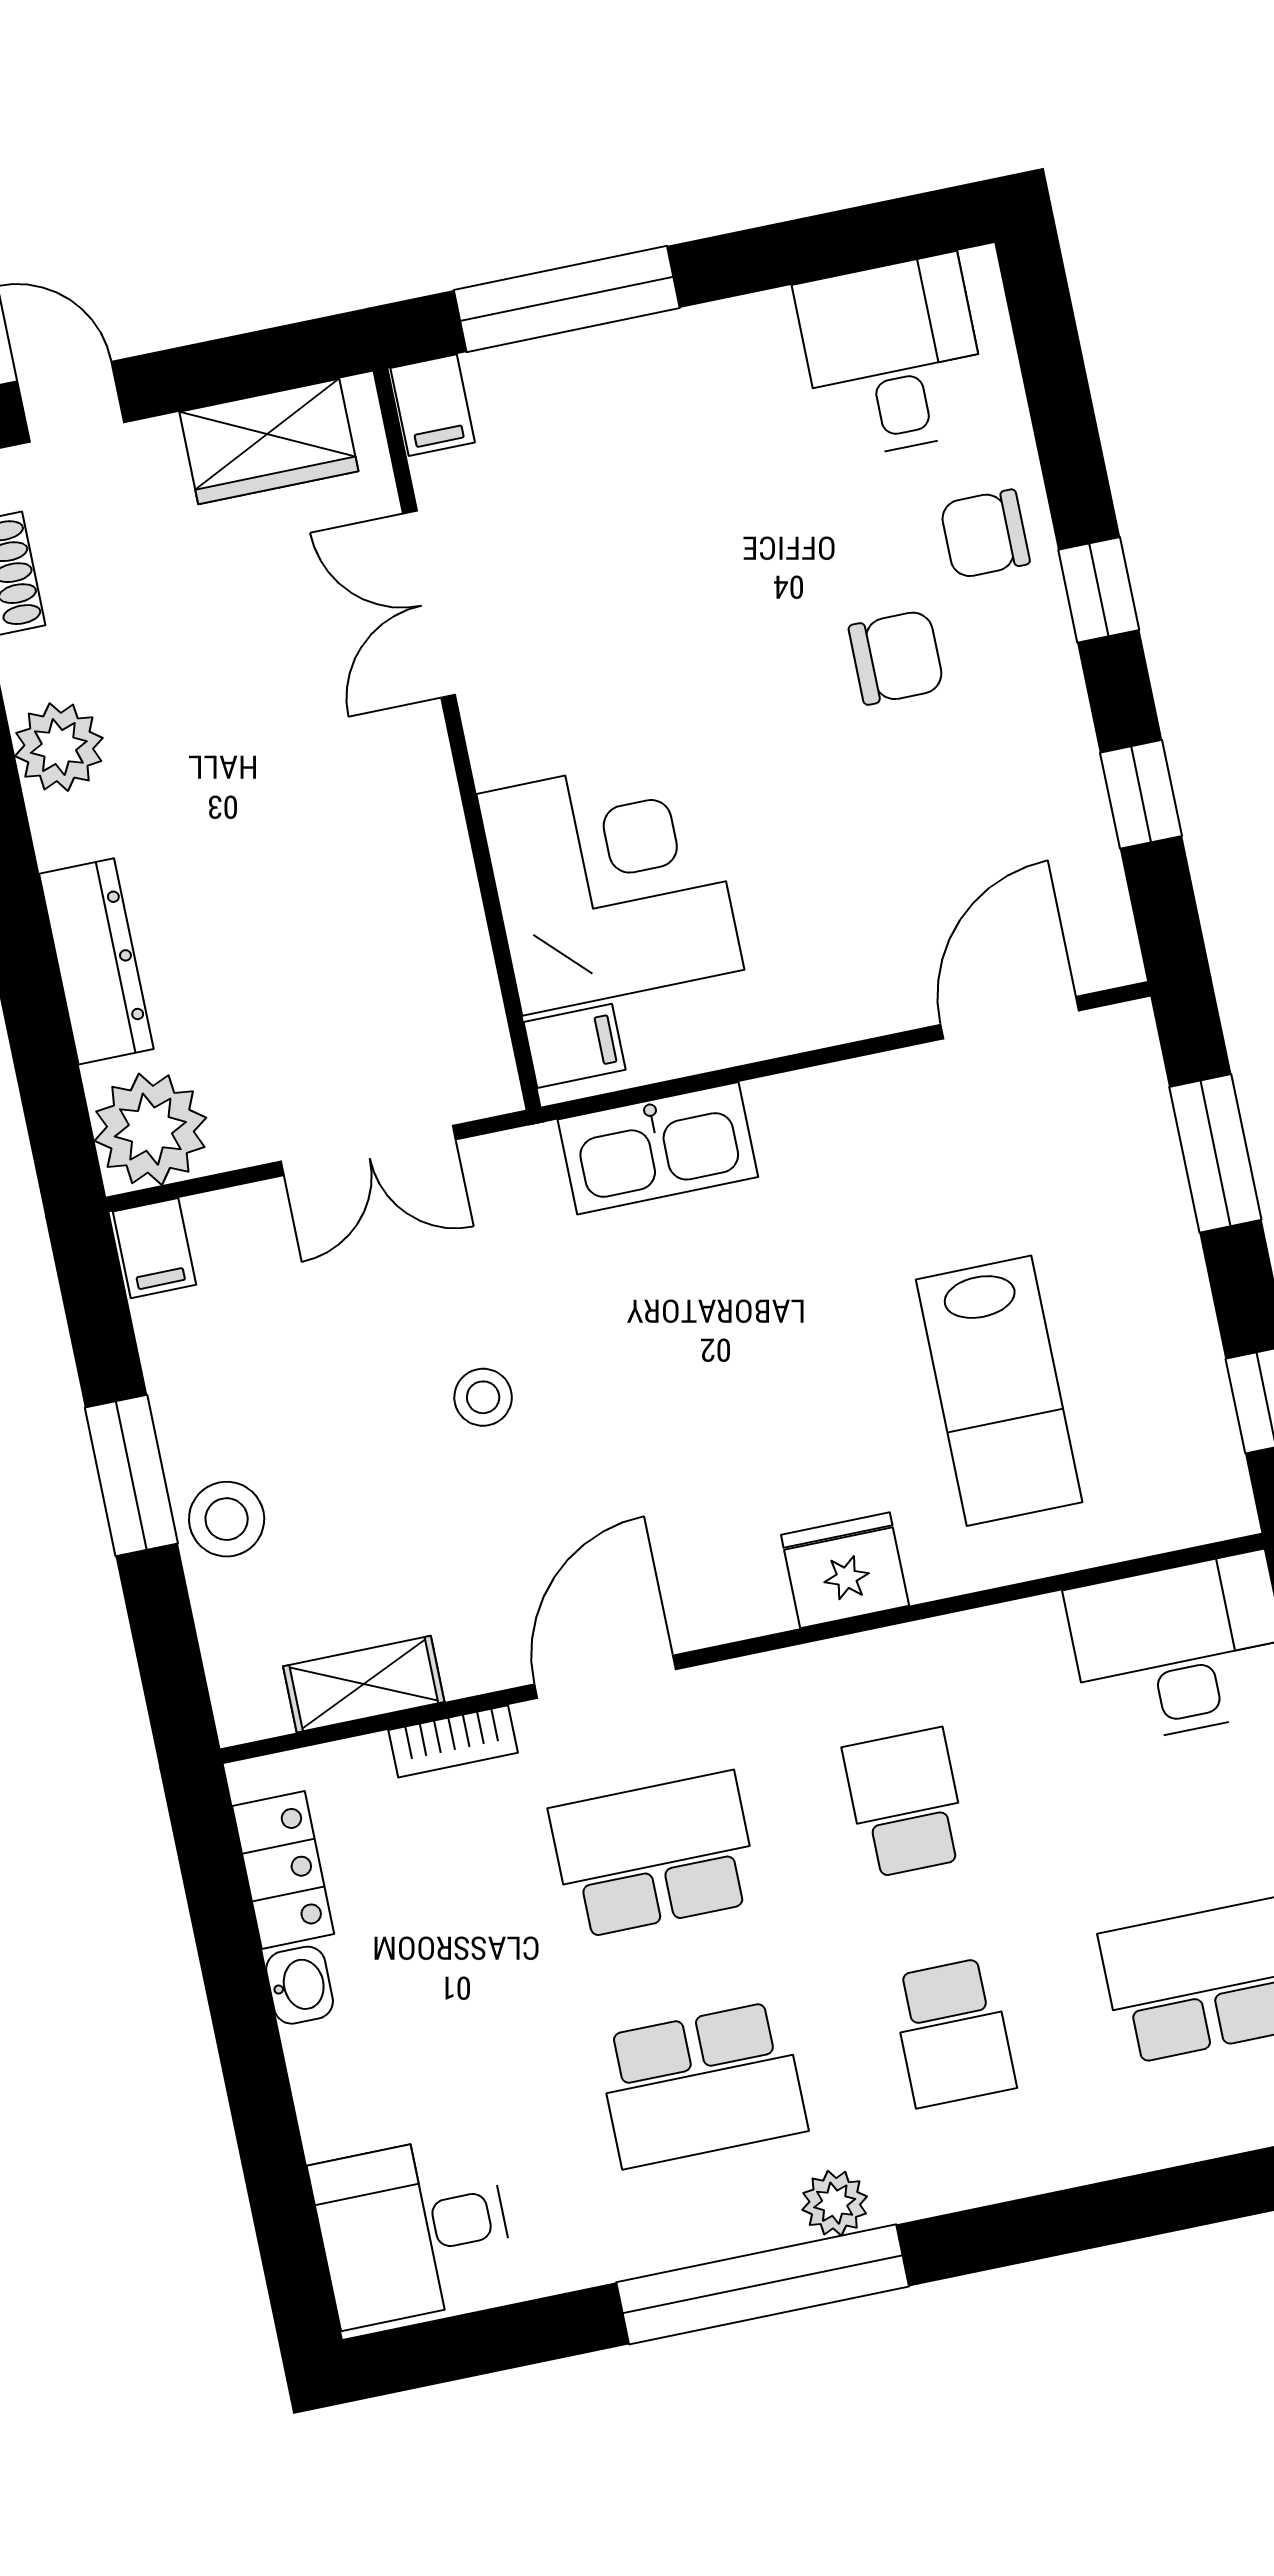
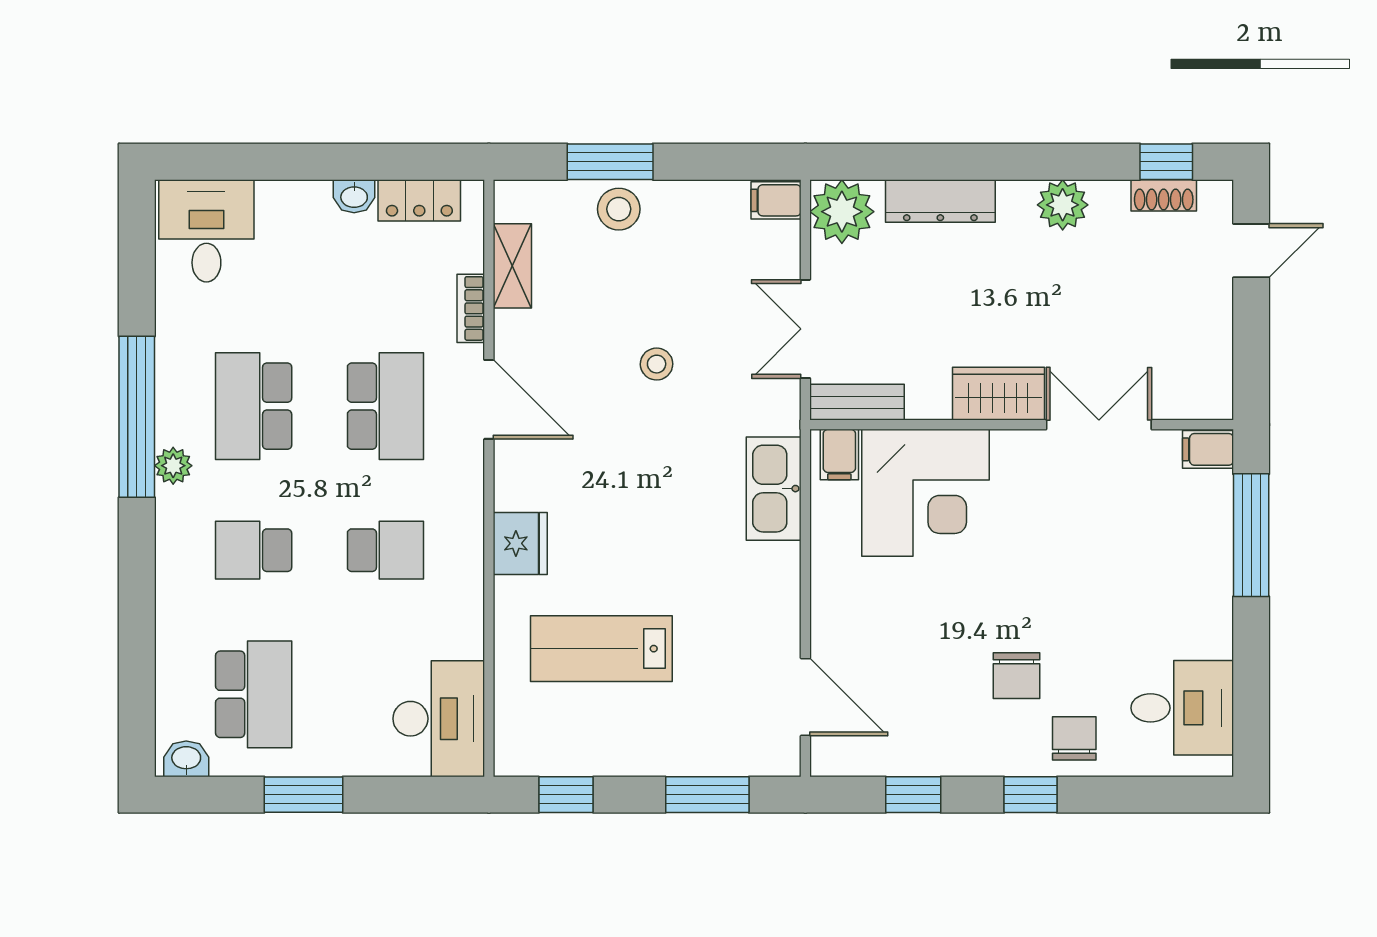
wardrobe: (269, 441) -> (998, 394), moved, turned 90
bench: (477, 1034) -> (857, 402), added
window: (131, 1476) -> (610, 162), moved

